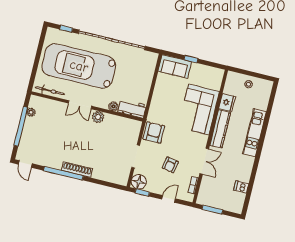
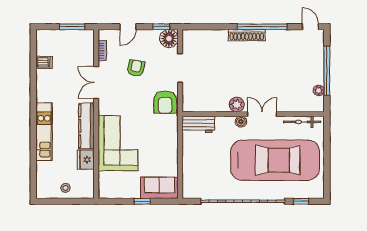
boiler: (113, 106) -> (241, 122), moved

